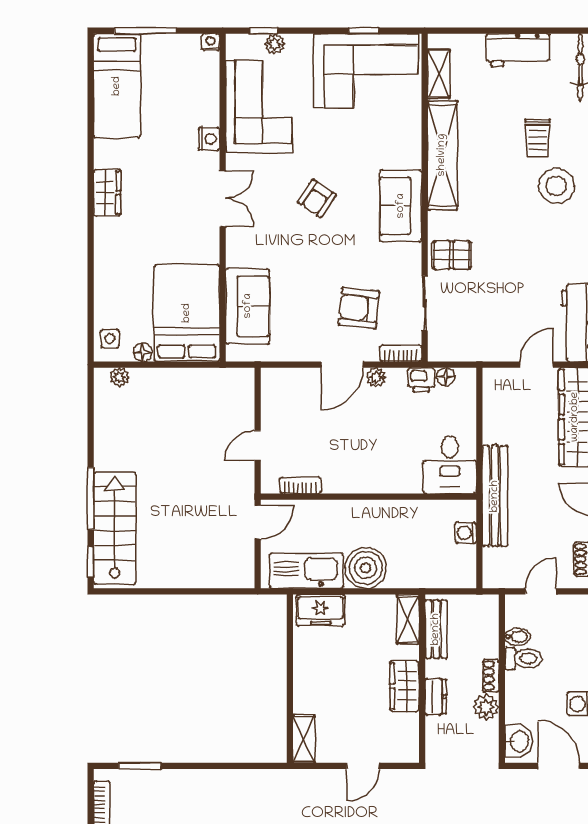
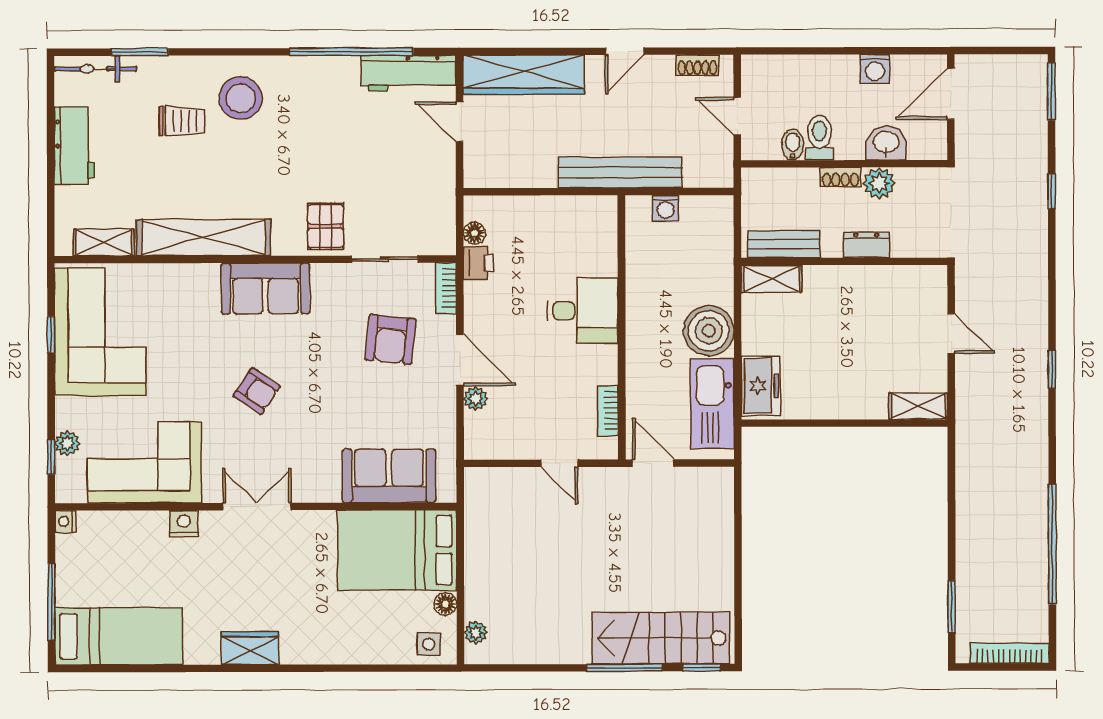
plant: (376, 377) -> (476, 399), moved
desk: (450, 465) -> (583, 311), moved
wardrobe: (404, 686) -> (853, 283), removed
washbasin: (519, 741) -> (886, 143), moved

